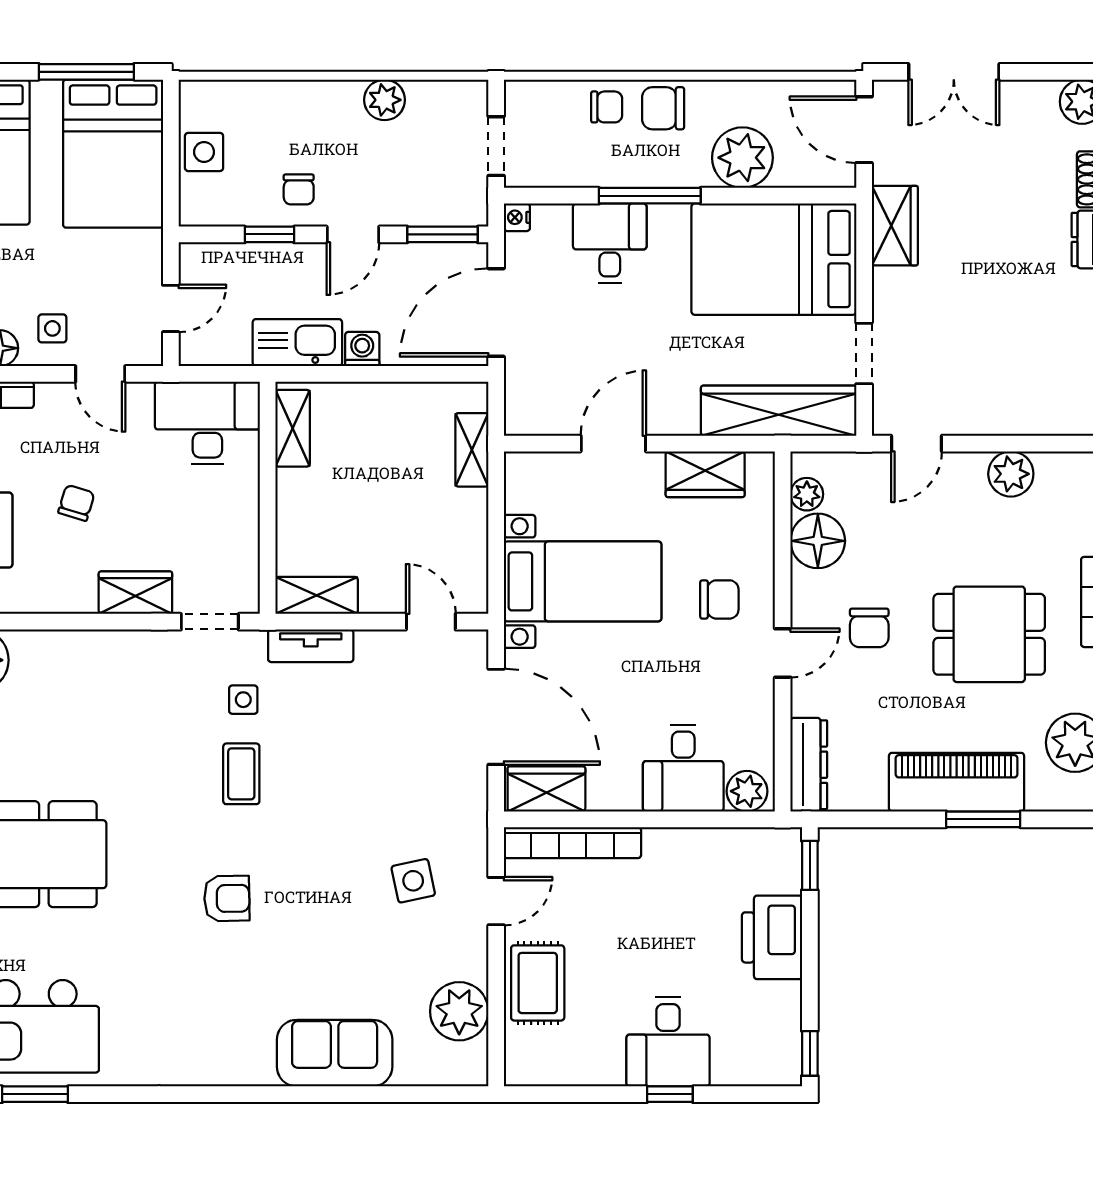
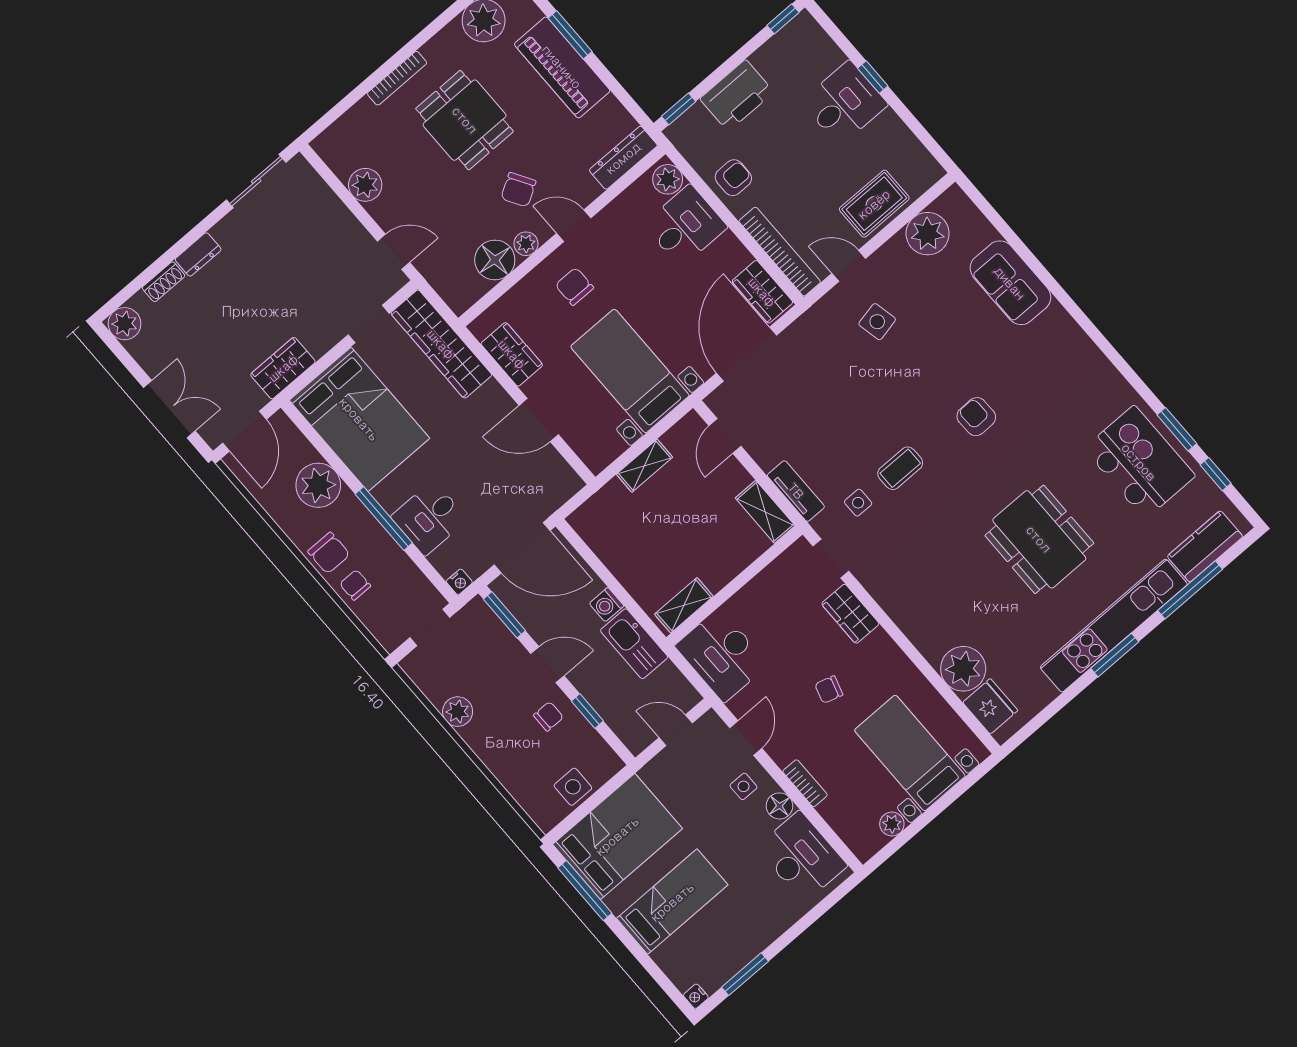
shelving: (472, 450) -> (644, 466), moved
plant: (807, 494) -> (526, 244), moved
chair: (869, 628) -> (518, 190), turned 149
armchair: (690, 861) -> (733, 178), added

